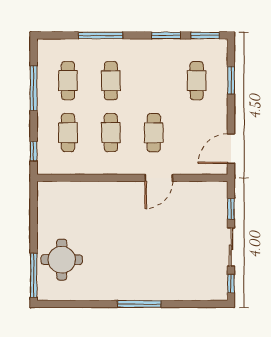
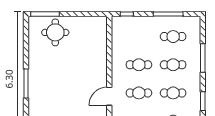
cafe table: (68, 133) -> (173, 93), moved
door: (159, 178) -> (109, 96), hinge flipped

